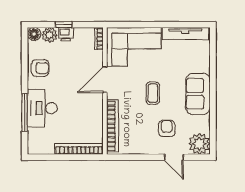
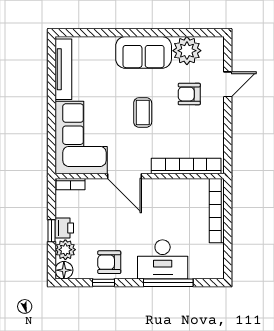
window: (25, 64) -> (104, 283), added
armchair: (40, 68) -> (109, 262), turned -90
coffee table: (153, 93) -> (143, 112), turned 90
plant: (199, 144) -> (187, 51), moved

